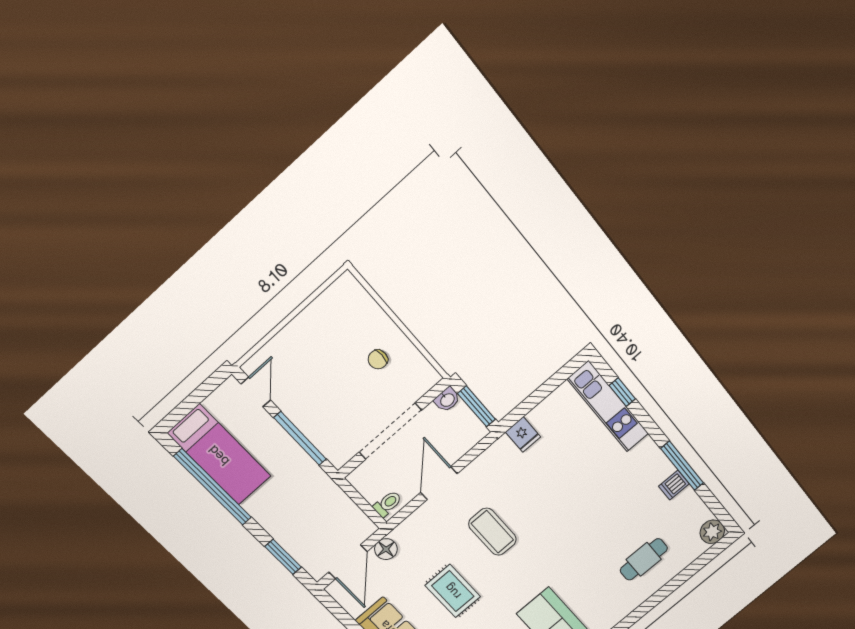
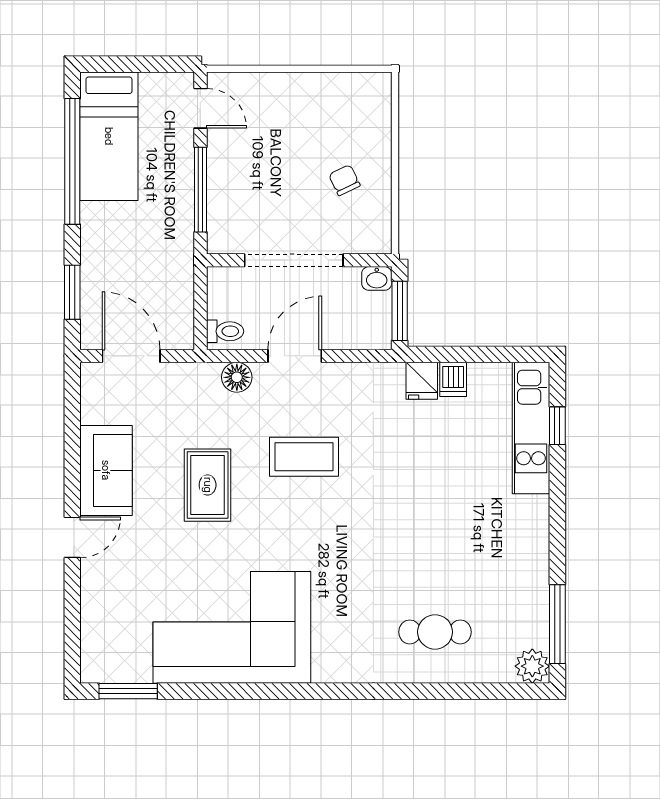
chair: (378, 359) -> (344, 180), turned 64
door: (256, 392) -> (200, 108), hinge flipped
window: (682, 466) -> (557, 624), moved
dishwasher: (674, 485) -> (453, 379), moved, turned -90
coffee table: (492, 532) -> (304, 457), turned 90
floor lamp: (386, 549) -> (237, 377), moved
door: (348, 562) -> (131, 356), swing flipped

